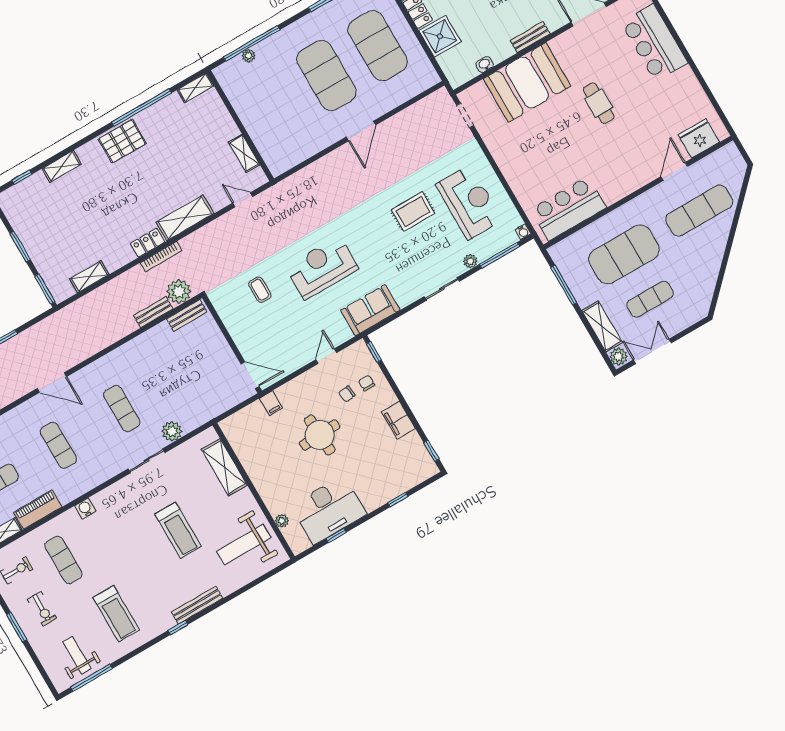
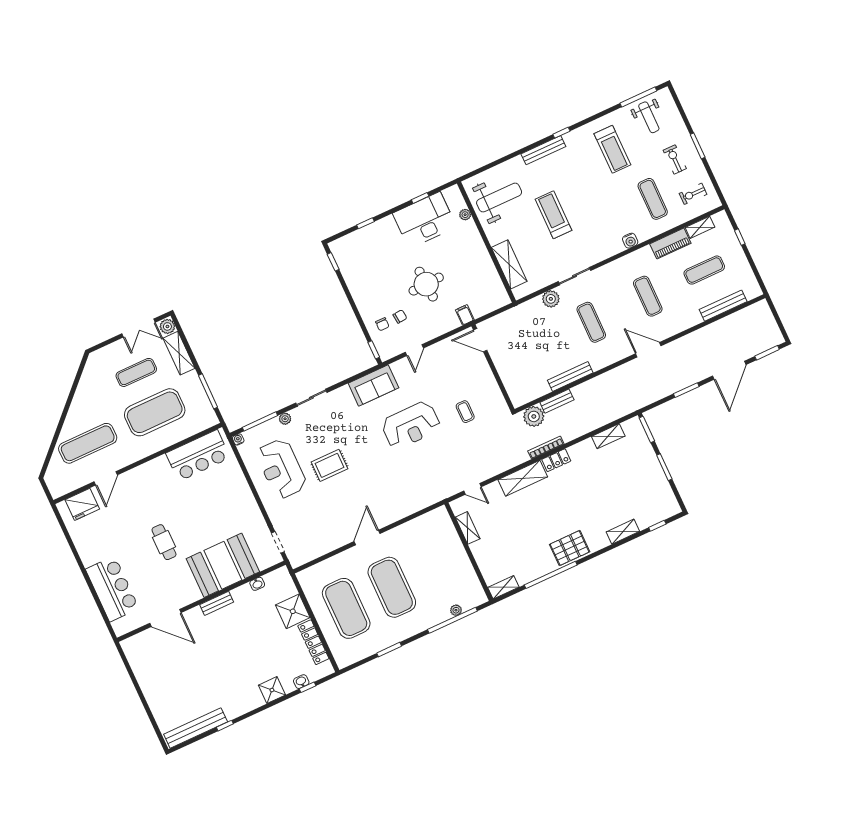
bench: (187, 316) -> (570, 377), moved, width x1.36
filing cabinet: (398, 420) -> (359, 290), removed
treadmill: (116, 614) -> (612, 149), turned 180

